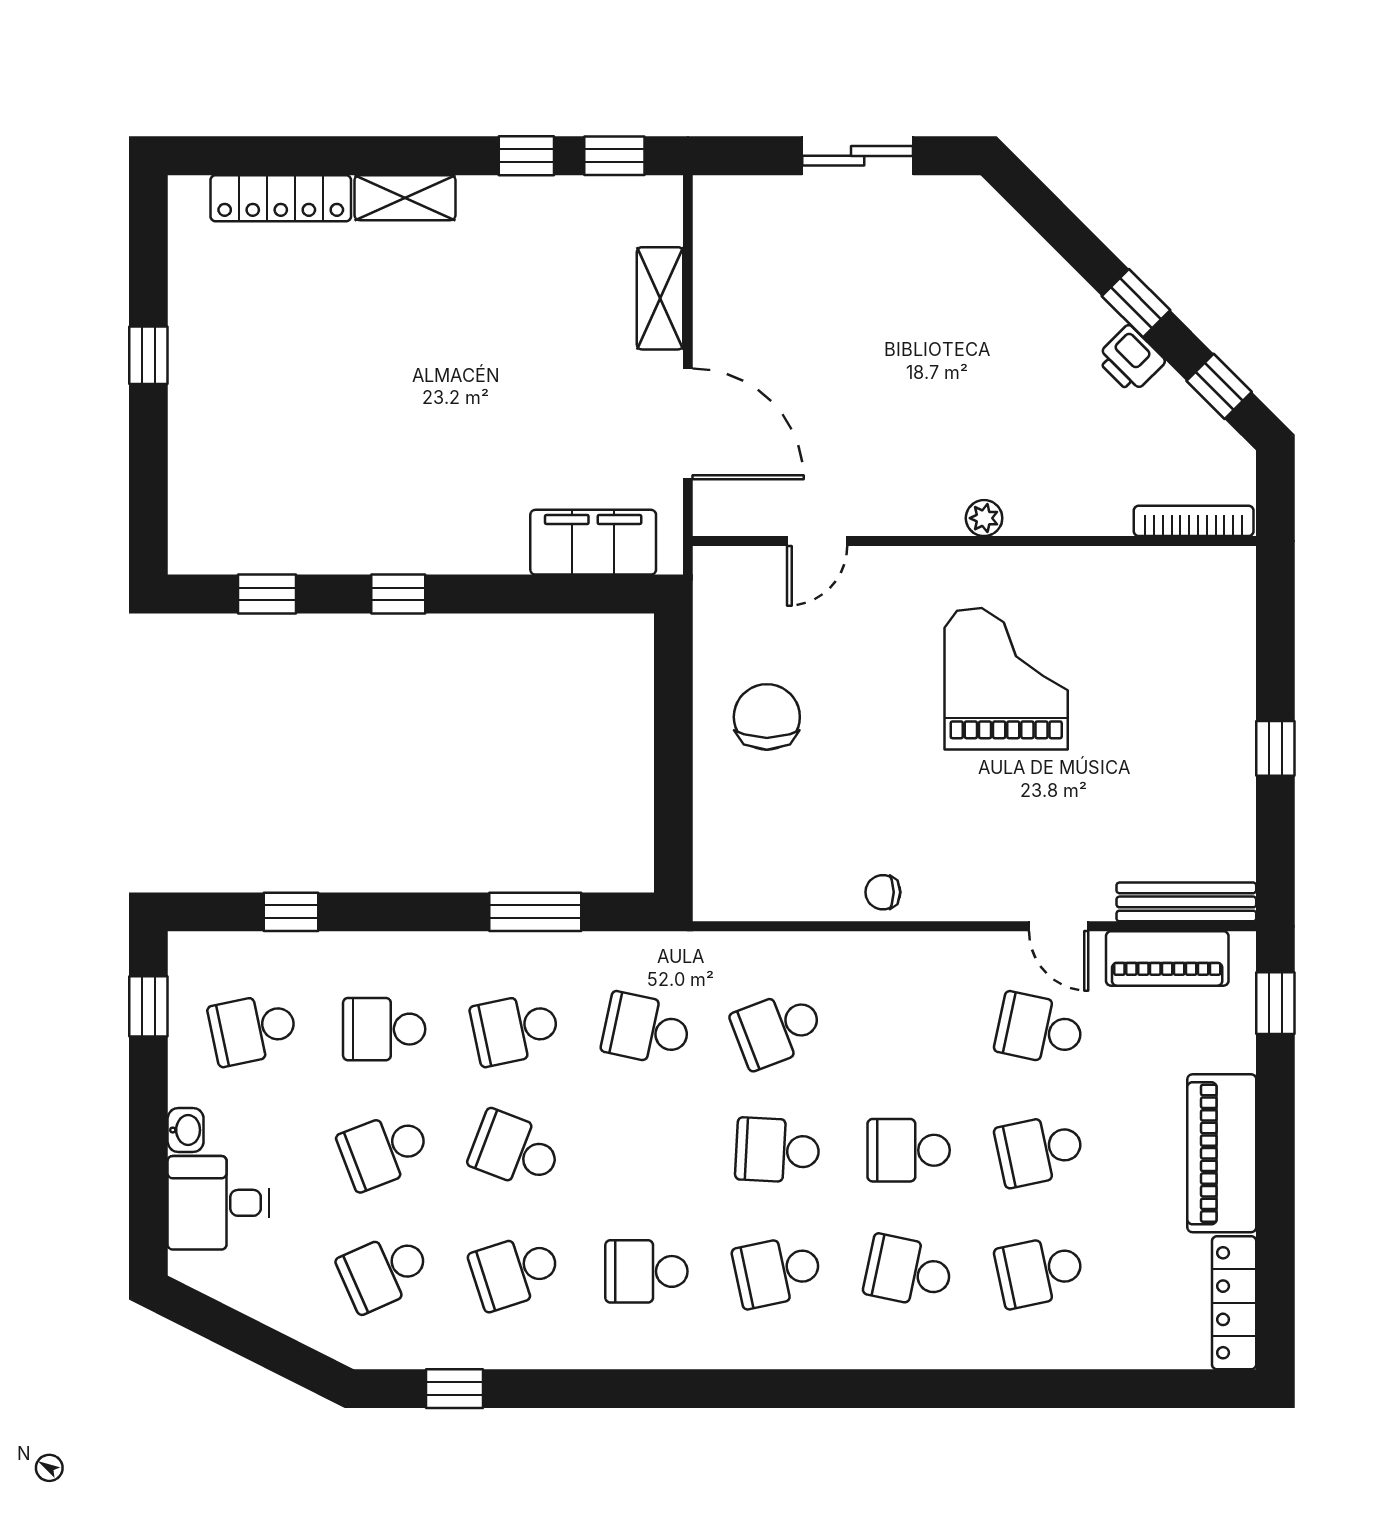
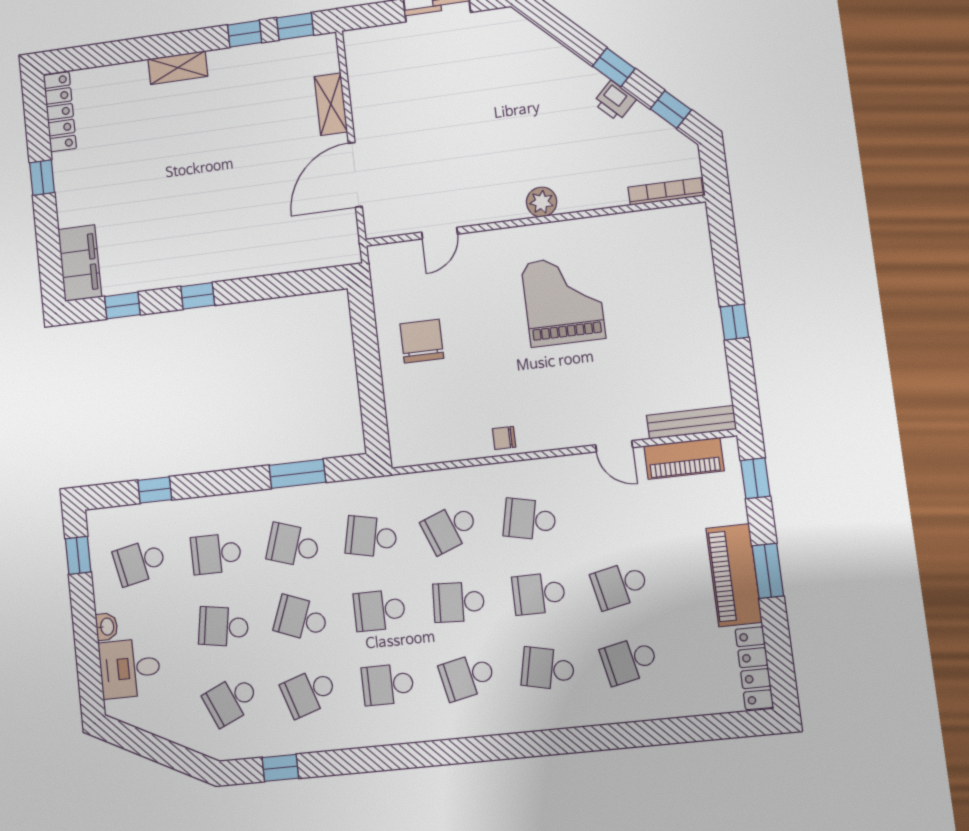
locker: (281, 198) -> (60, 112), moved, turned -90
door: (688, 424) -> (355, 175), swing flipped
plant: (984, 518) -> (542, 202), width x1.38, depth x1.38
filing cabinet: (593, 542) -> (80, 263), moved, turned 90
school desk: (515, 1029) -> (293, 545), turned 30
school desk: (1040, 1029) -> (530, 519), moved
school desk: (384, 1150) -> (224, 627), turned 30
school desk: (646, 1150) -> (379, 610), added
window: (1275, 1152) -> (768, 571), added

